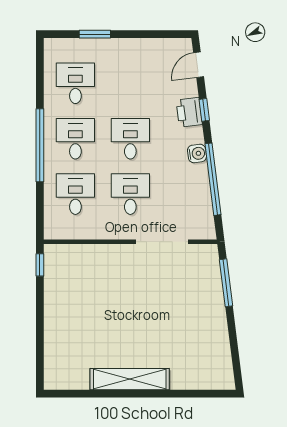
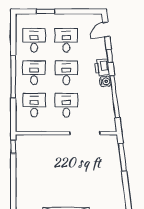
desk: (130, 83) -> (66, 40), added
printer: (189, 112) -> (102, 67), moved

